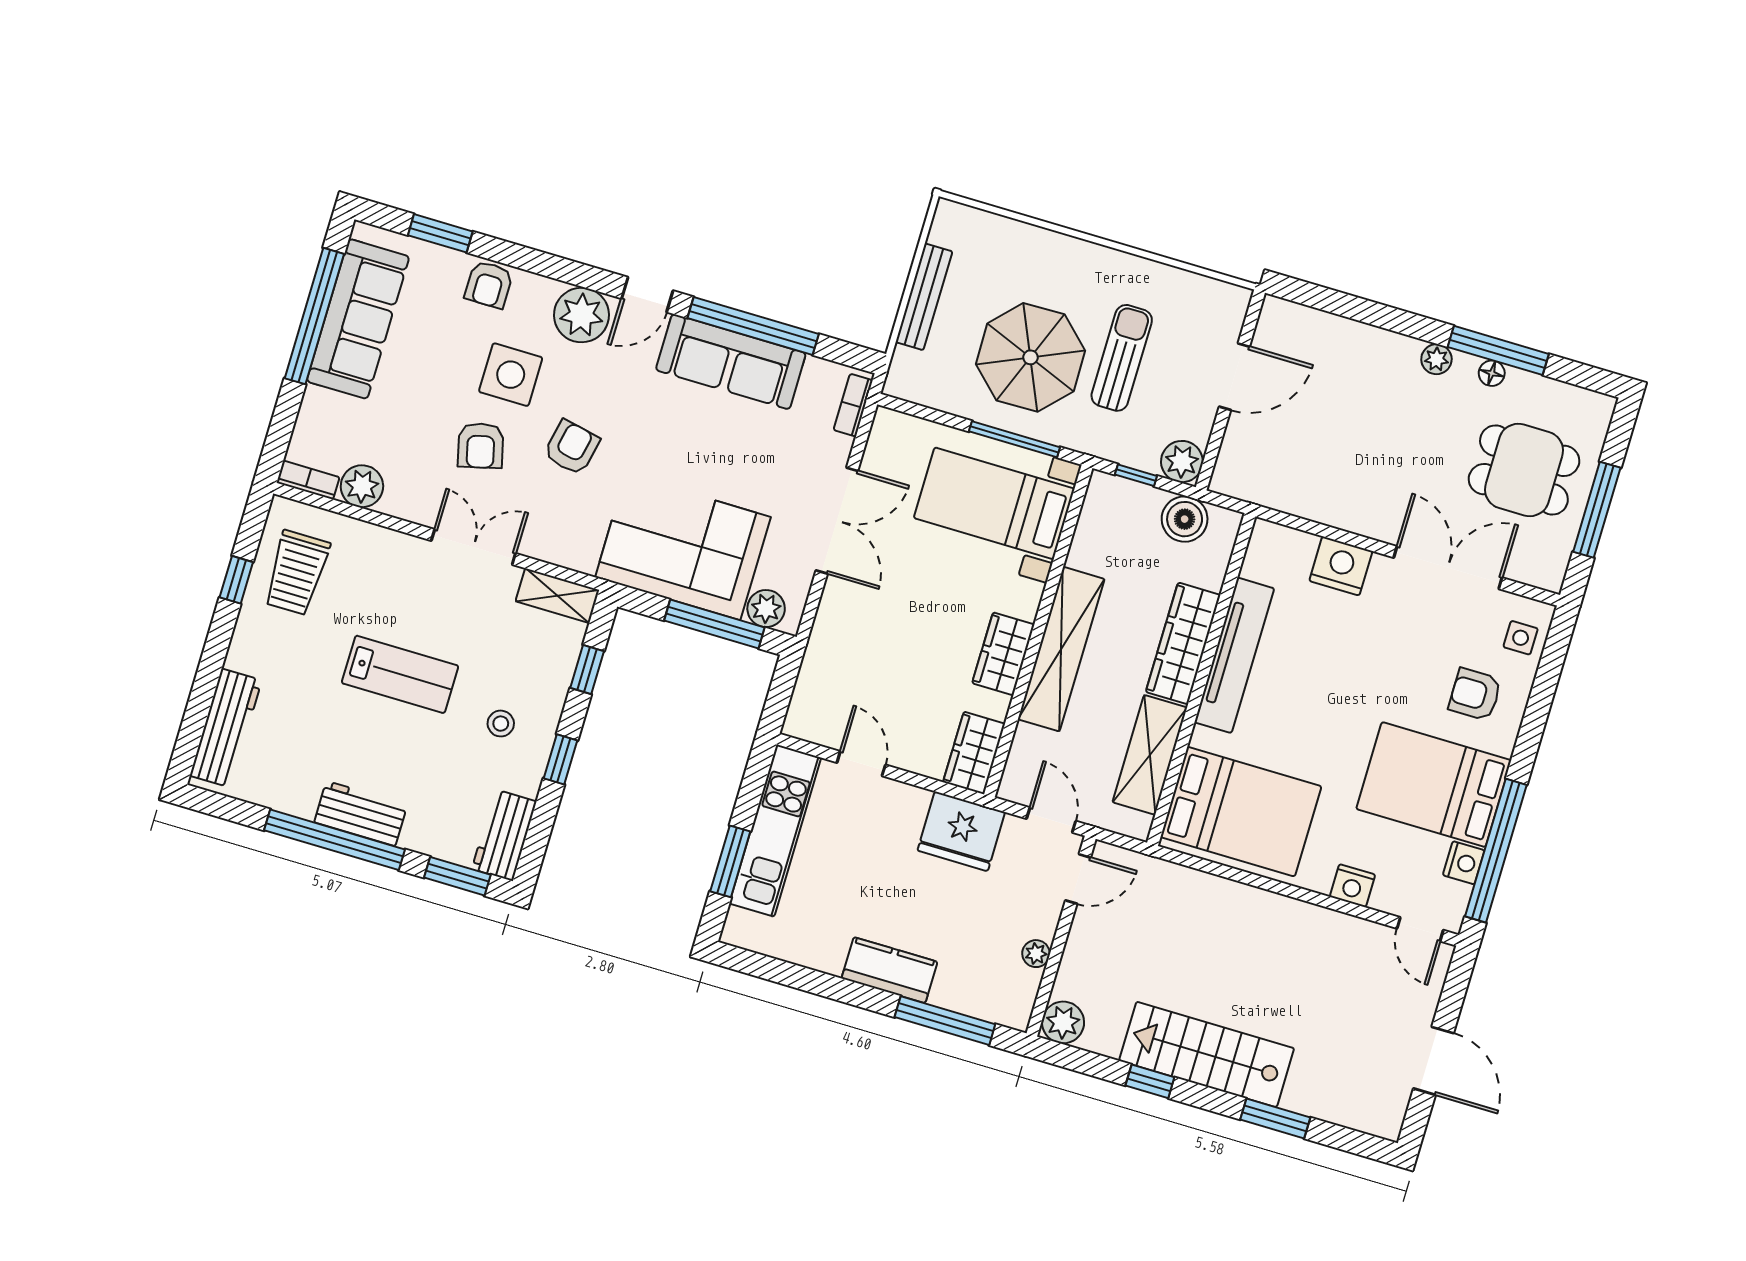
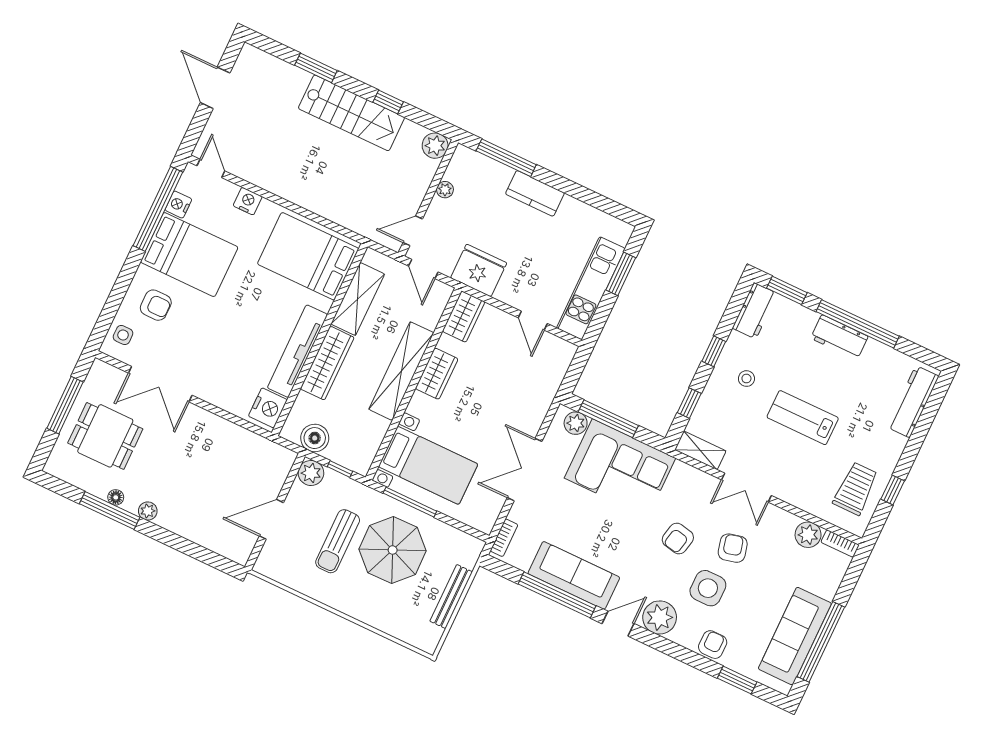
nightstand: (1341, 566) -> (268, 408), moved, turned -90

